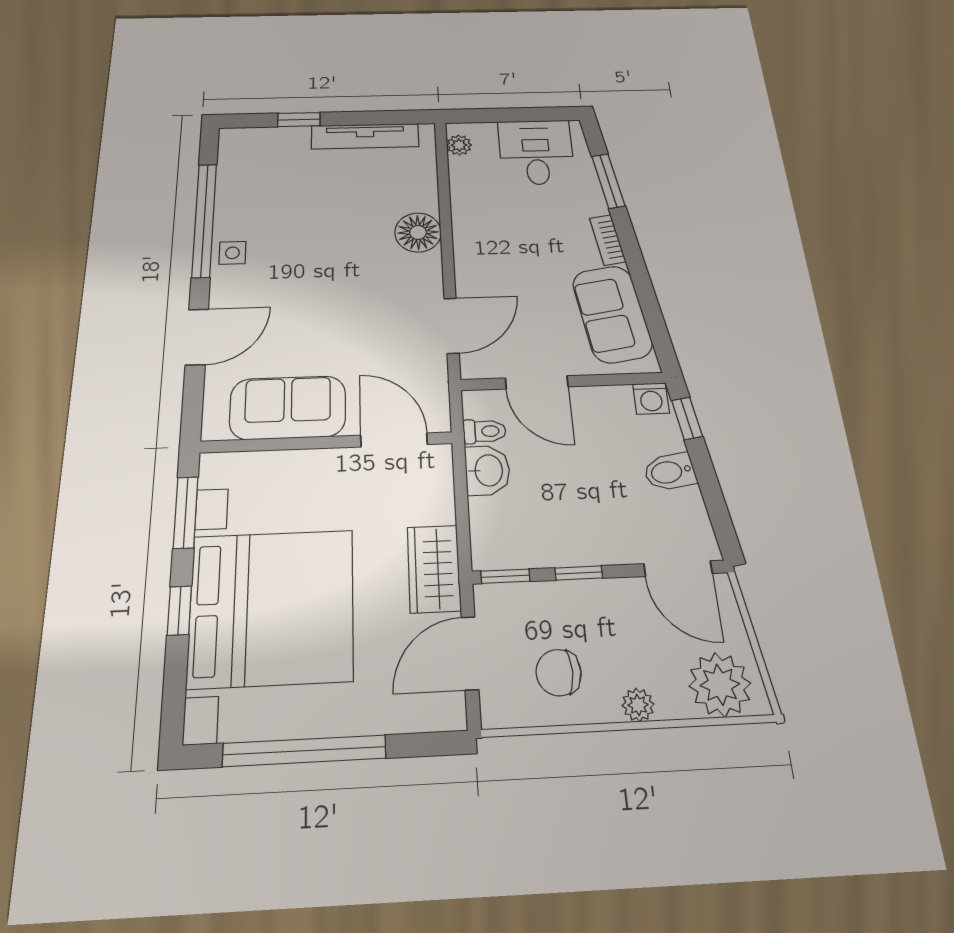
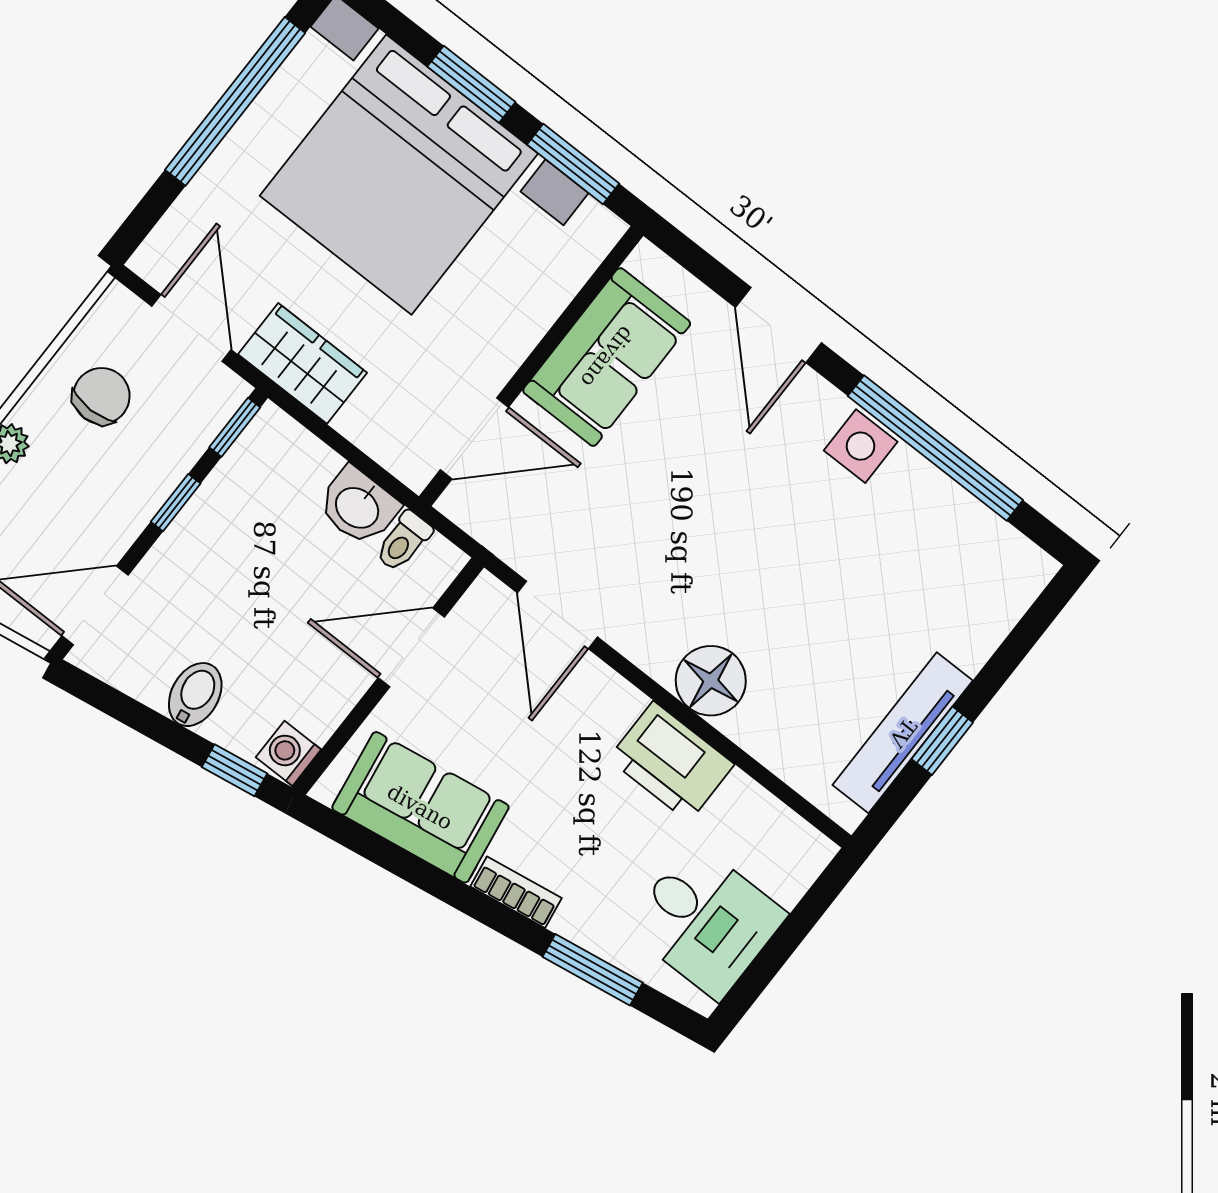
window: (299, 120) -> (942, 741), moved
plant: (459, 145) -> (794, 836), removed
printer: (475, 220) -> (671, 762), added
side table: (232, 253) -> (861, 446), width x1.37, depth x1.37
window: (179, 610) -> (471, 84), width x1.50

